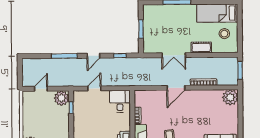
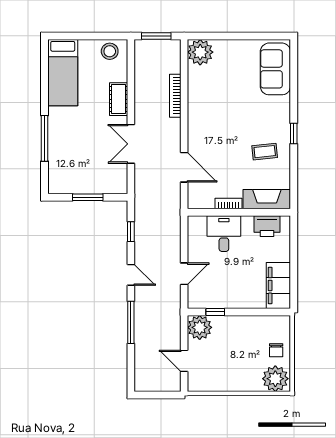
stool: (224, 34) -> (110, 51), moved
double door: (174, 55) -> (131, 144), swing flipped
door: (94, 88) -> (184, 274), swing flipped
door: (176, 88) -> (184, 167), moved
desk: (120, 101) -> (224, 234), moved, turned 90

